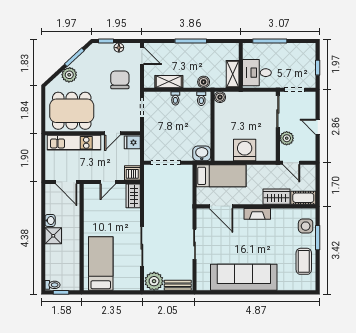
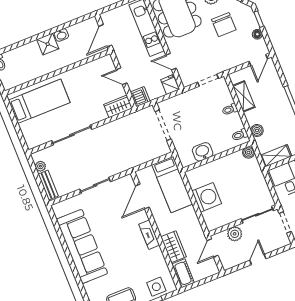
chair: (120, 80) -> (224, 25), moved, turned 90
washbasin: (202, 153) -> (203, 152), moved, turned -90
plant: (154, 281) -> (40, 166), width x0.53, depth x0.53

